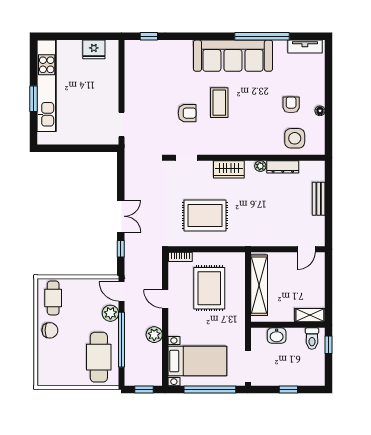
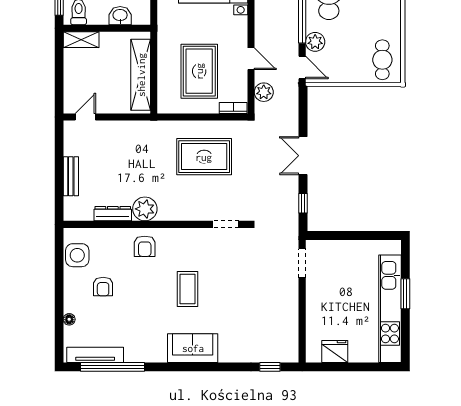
window: (262, 36) -> (112, 367), moved
tv unit: (305, 47) -> (95, 355), width x1.41
sofa: (233, 56) -> (193, 348), width x0.54, depth x0.79
floor lamp: (320, 111) -> (69, 319), moved
armchair: (187, 113) -> (145, 246), moved, turned -90
side table: (295, 138) -> (77, 255), moved
plant: (260, 166) -> (145, 209), width x1.88, depth x1.88
wardrobe: (229, 169) -> (176, 211), removed
window: (121, 249) -> (303, 203), moved
chair: (50, 330) -> (386, 22), removed
plant: (154, 335) -> (264, 92), moved

